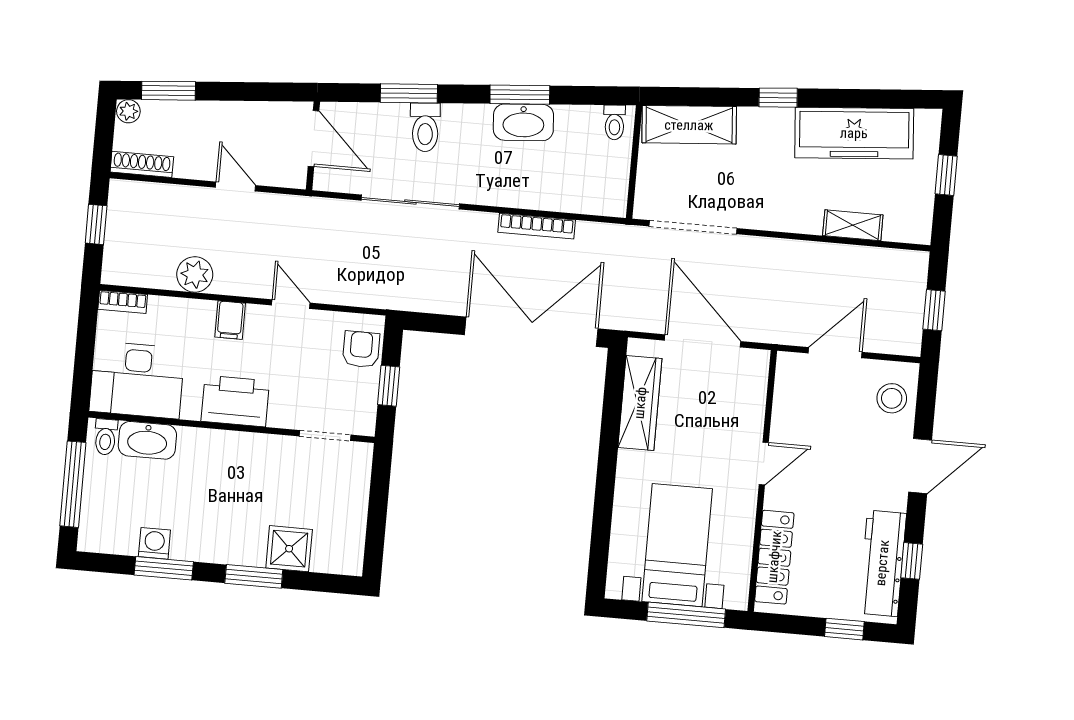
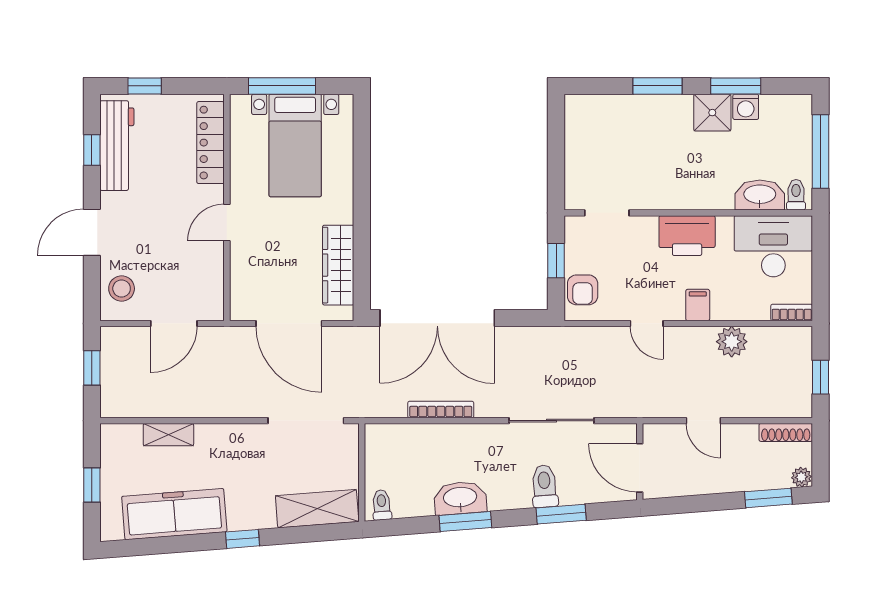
shower: (289, 549) -> (712, 113), moved

